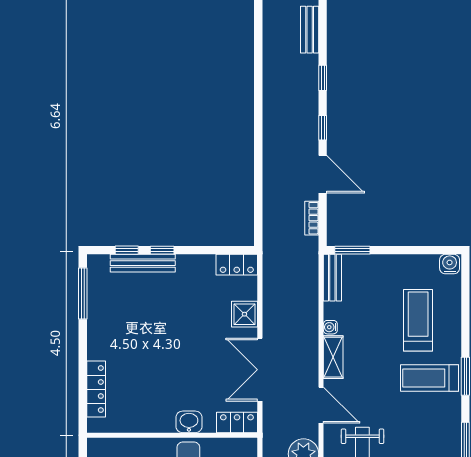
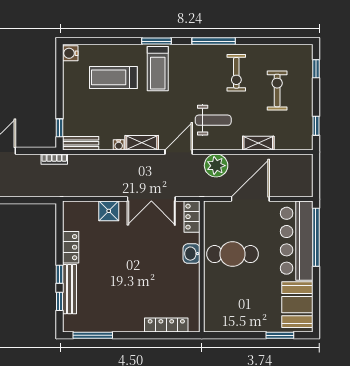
bookcase: (312, 218) -> (54, 159), moved
window: (352, 250) -> (59, 128), width x0.67
locker: (237, 265) -> (71, 247), moved

